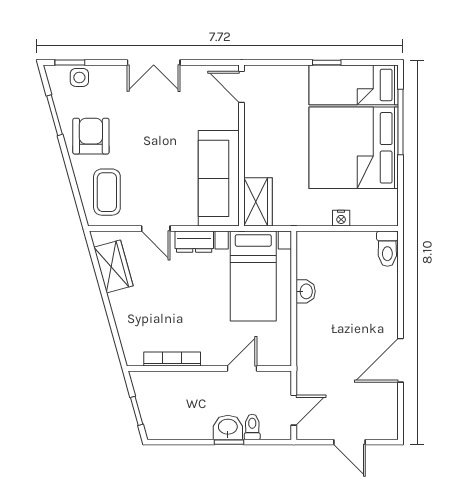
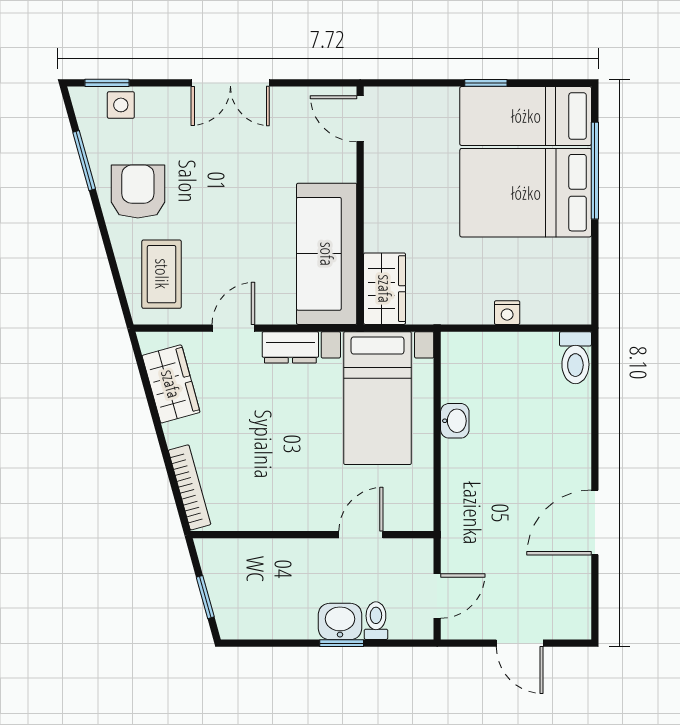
bed: (354, 148) -> (526, 193), width x0.73
door: (156, 229) -> (233, 328), swing flipped
bookcase: (172, 359) -> (190, 487), moved, turned 74

